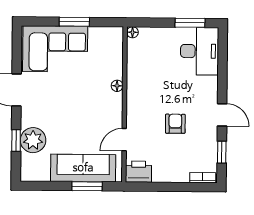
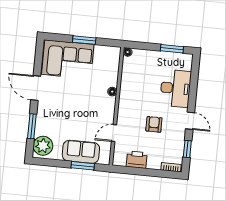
desk: (200, 51) -> (176, 88), moved
window: (16, 140) -> (32, 126), width x1.50
plant: (33, 140) -> (43, 146), moved
sofa: (83, 168) -> (81, 152), width x0.73
printer: (139, 172) -> (137, 160), moved

